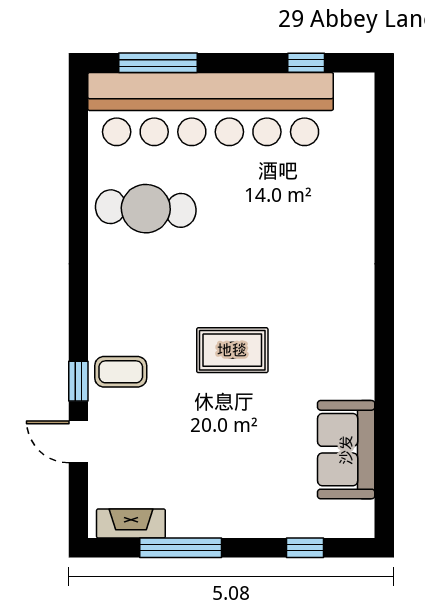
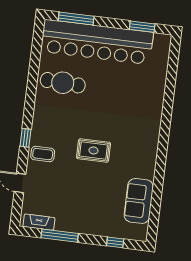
window: (306, 63) -> (142, 27), width x1.50
window: (78, 381) -> (26, 138), moved

